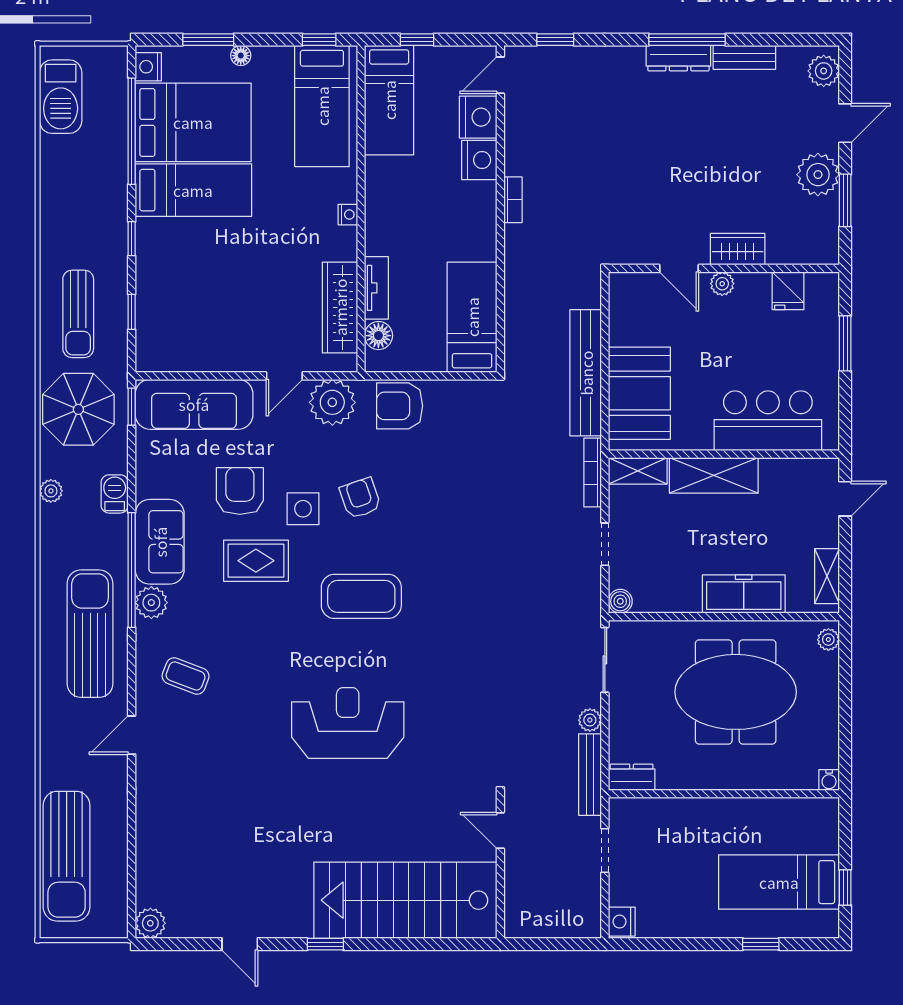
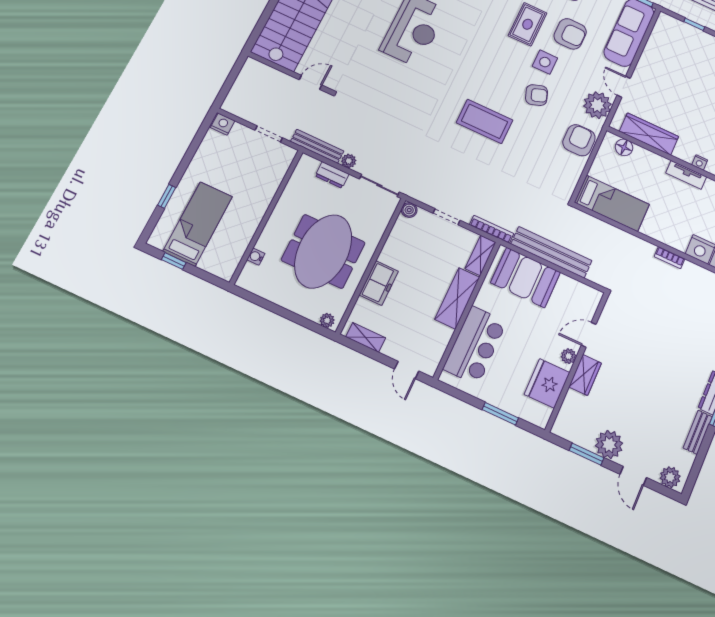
tv unit: (376, 288) -> (686, 175), moved
fridge: (788, 291) -> (547, 383), width x1.88, depth x1.34
freezer: (744, 594) -> (379, 283), width x0.71
coffee table: (361, 596) -> (485, 121), moved, turned 90
dresser: (632, 777) -> (332, 175), moved, turned 90
water cooler: (829, 780) -> (256, 257), moved

